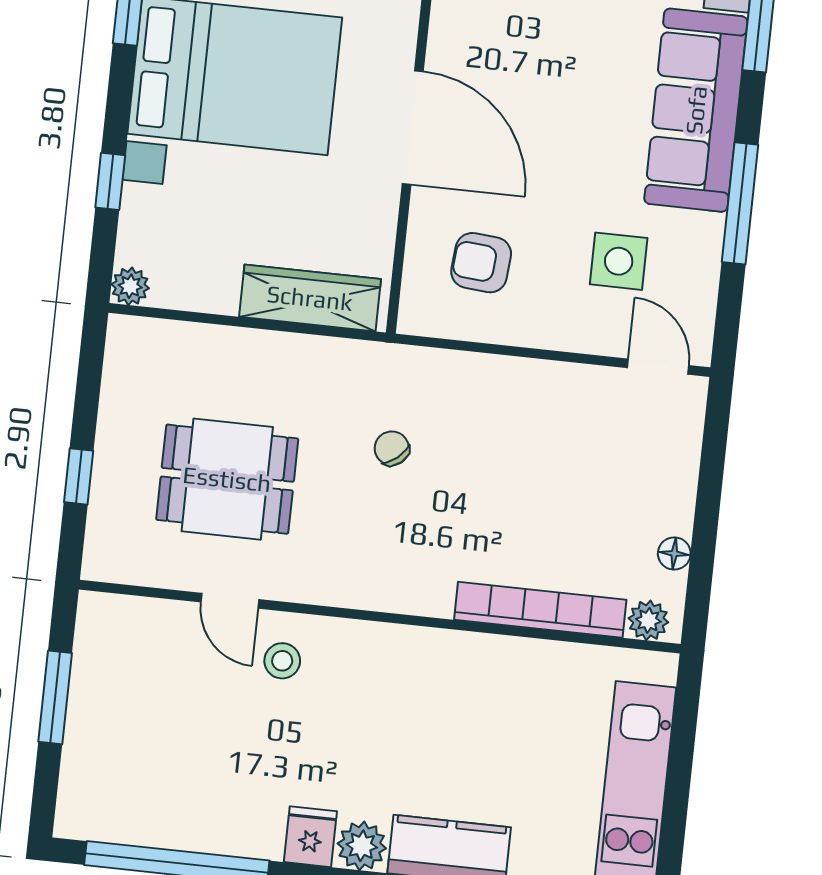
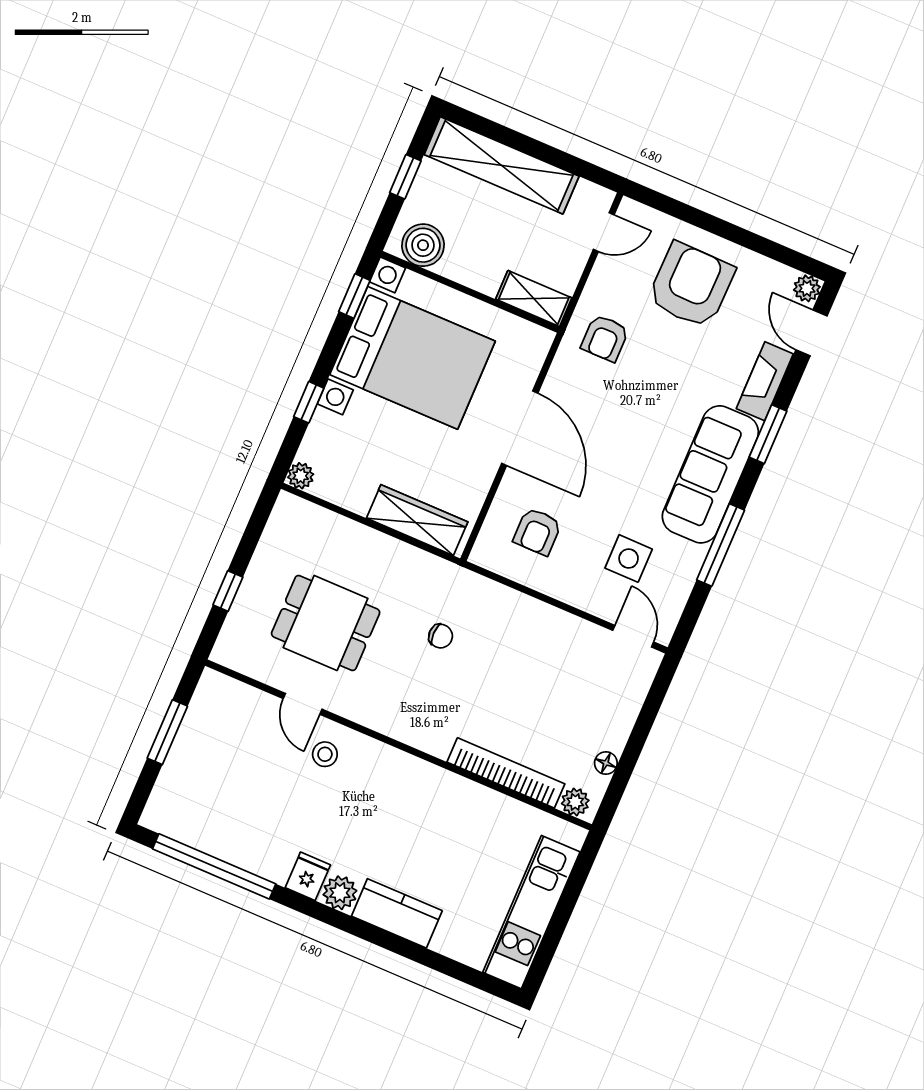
armchair: (481, 263) -> (537, 532), turned -95
chair: (392, 448) -> (441, 636), turned 130

